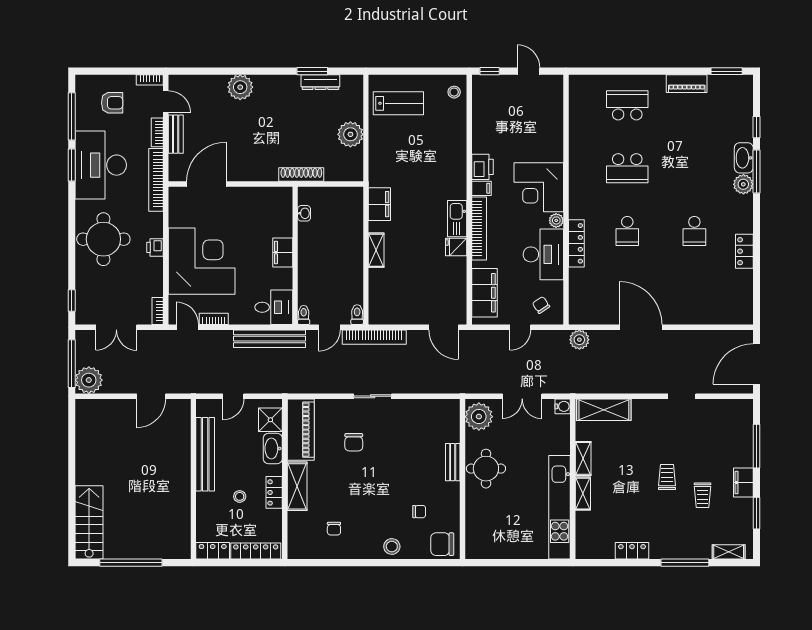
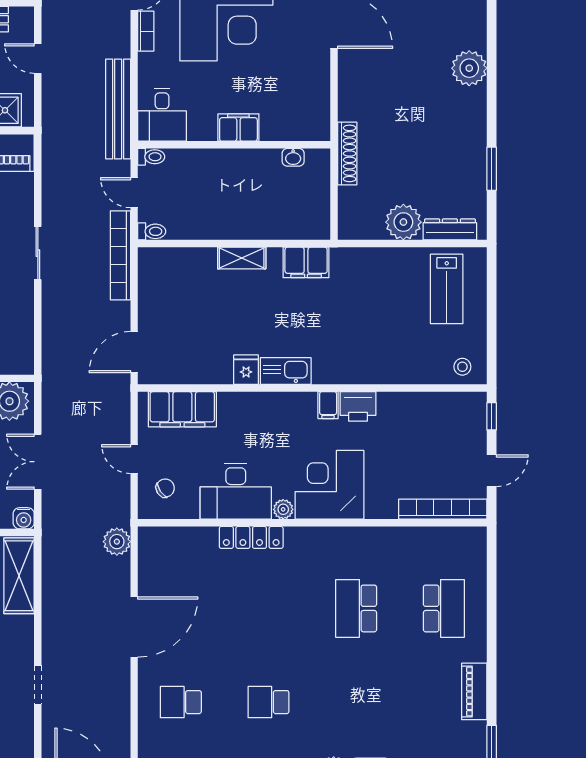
dresser: (320, 82) -> (450, 229), moved, turned 90
bookcase: (479, 229) -> (443, 509), moved, turned 180
school desk: (627, 231) -> (181, 702), moved

